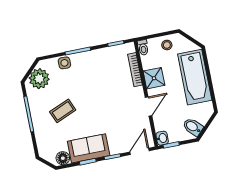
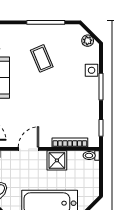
stool: (167, 45) -> (89, 181), removed
plant: (39, 79) -> (88, 41), width x0.53, depth x0.53
door: (148, 106) -> (29, 149), swing flipped

